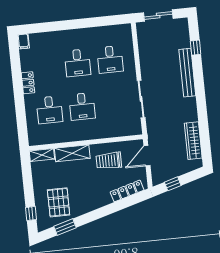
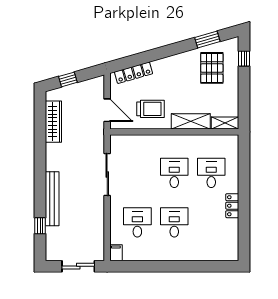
filing cabinet: (23, 41) -> (116, 253), moved
door: (147, 156) -> (107, 110), hinge flipped
window: (173, 184) -> (68, 79), moved

